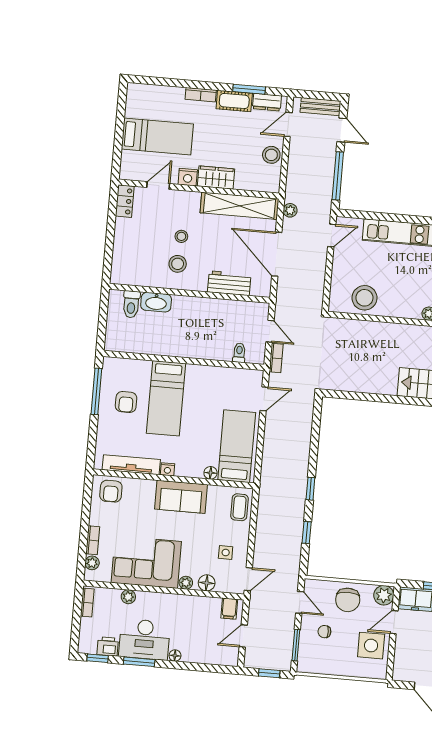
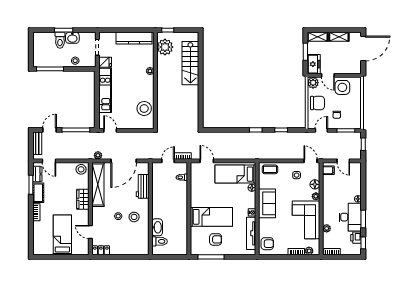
stool: (271, 155) -> (81, 169), moved
nightstand: (188, 177) -> (84, 215), removed

